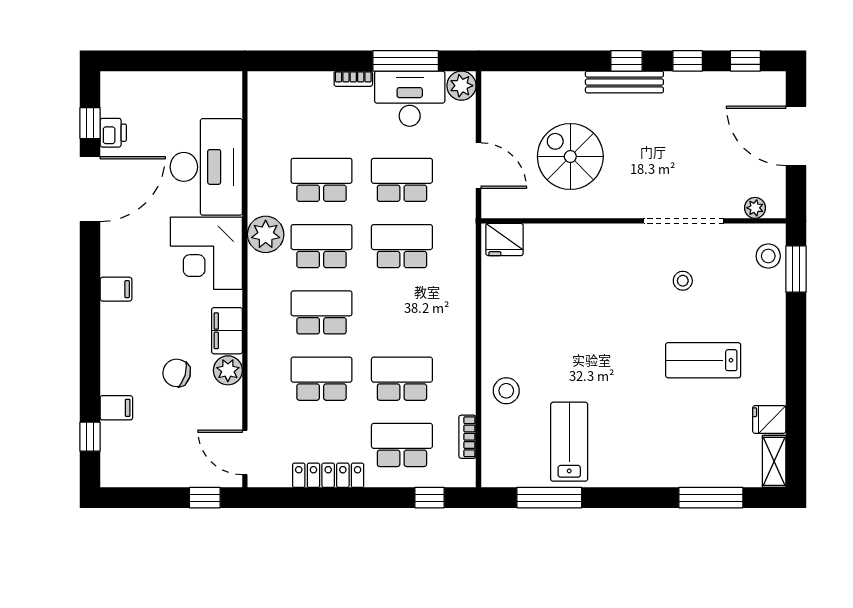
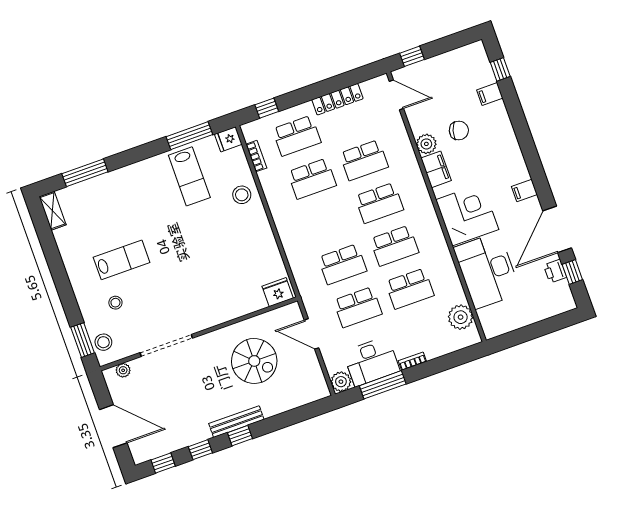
plant: (266, 234) -> (461, 317), moved
stool: (683, 281) -> (115, 303), moved
filing cabinet: (116, 289) -> (524, 191), moved
fridge: (769, 419) -> (228, 139), moved, turned 180

